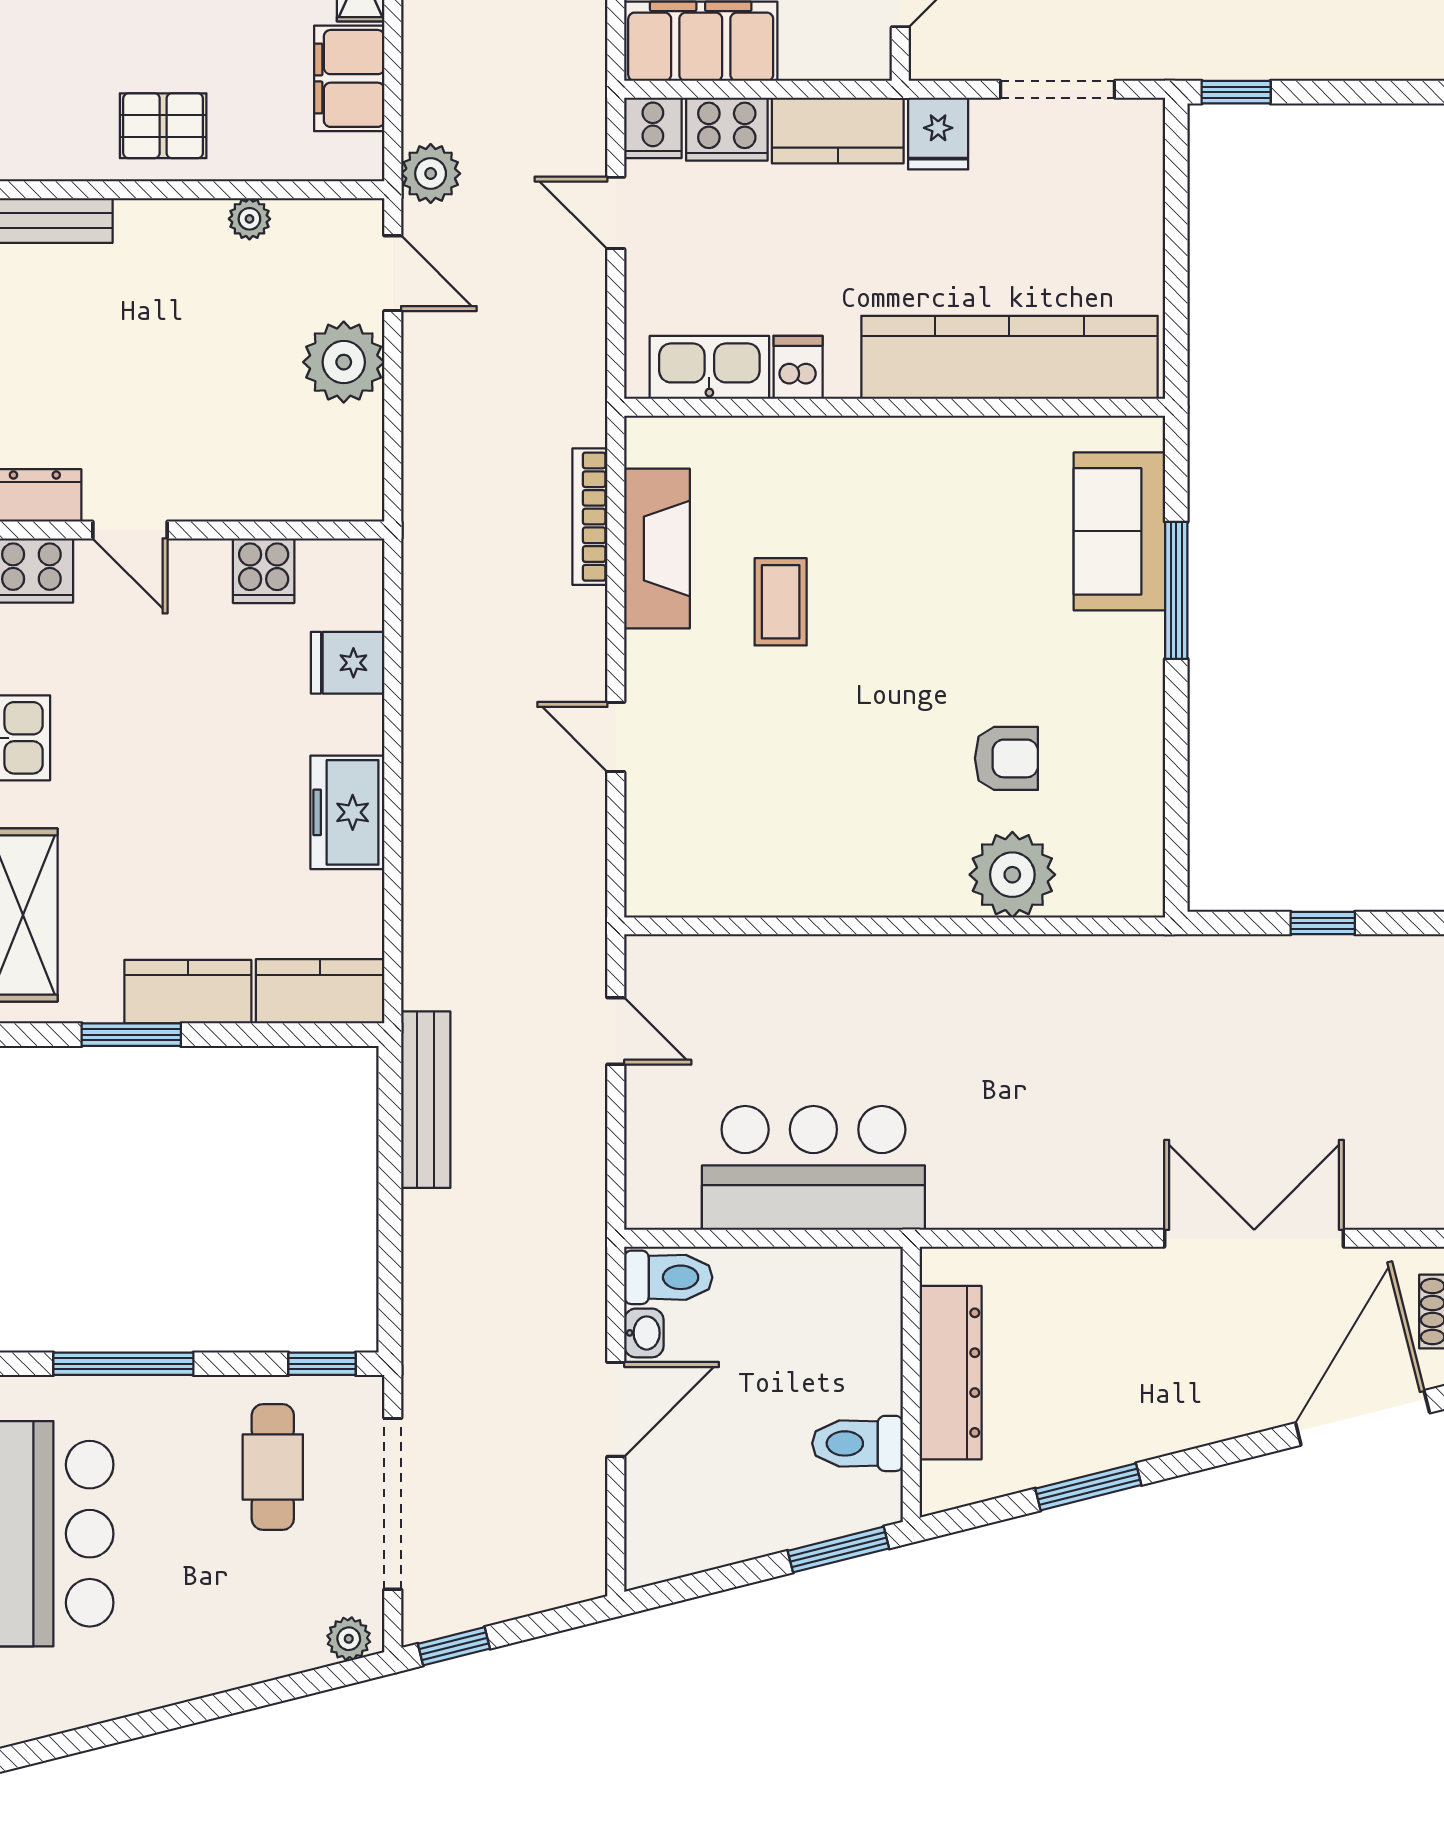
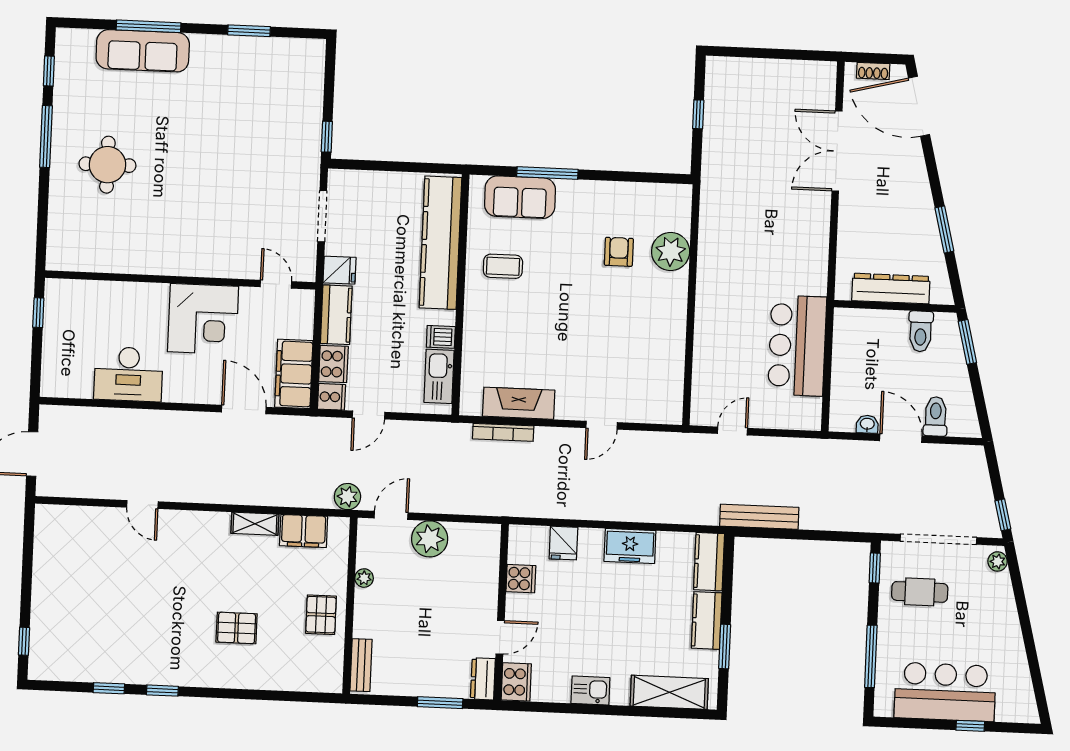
coffee table: (781, 602) -> (503, 266), moved
toilet: (668, 1277) -> (936, 416), moved

